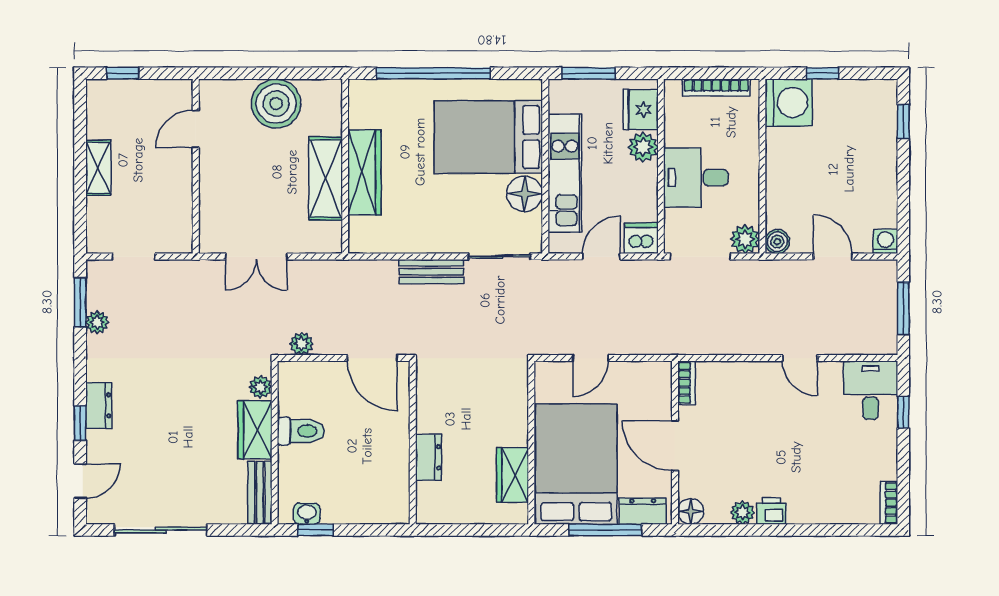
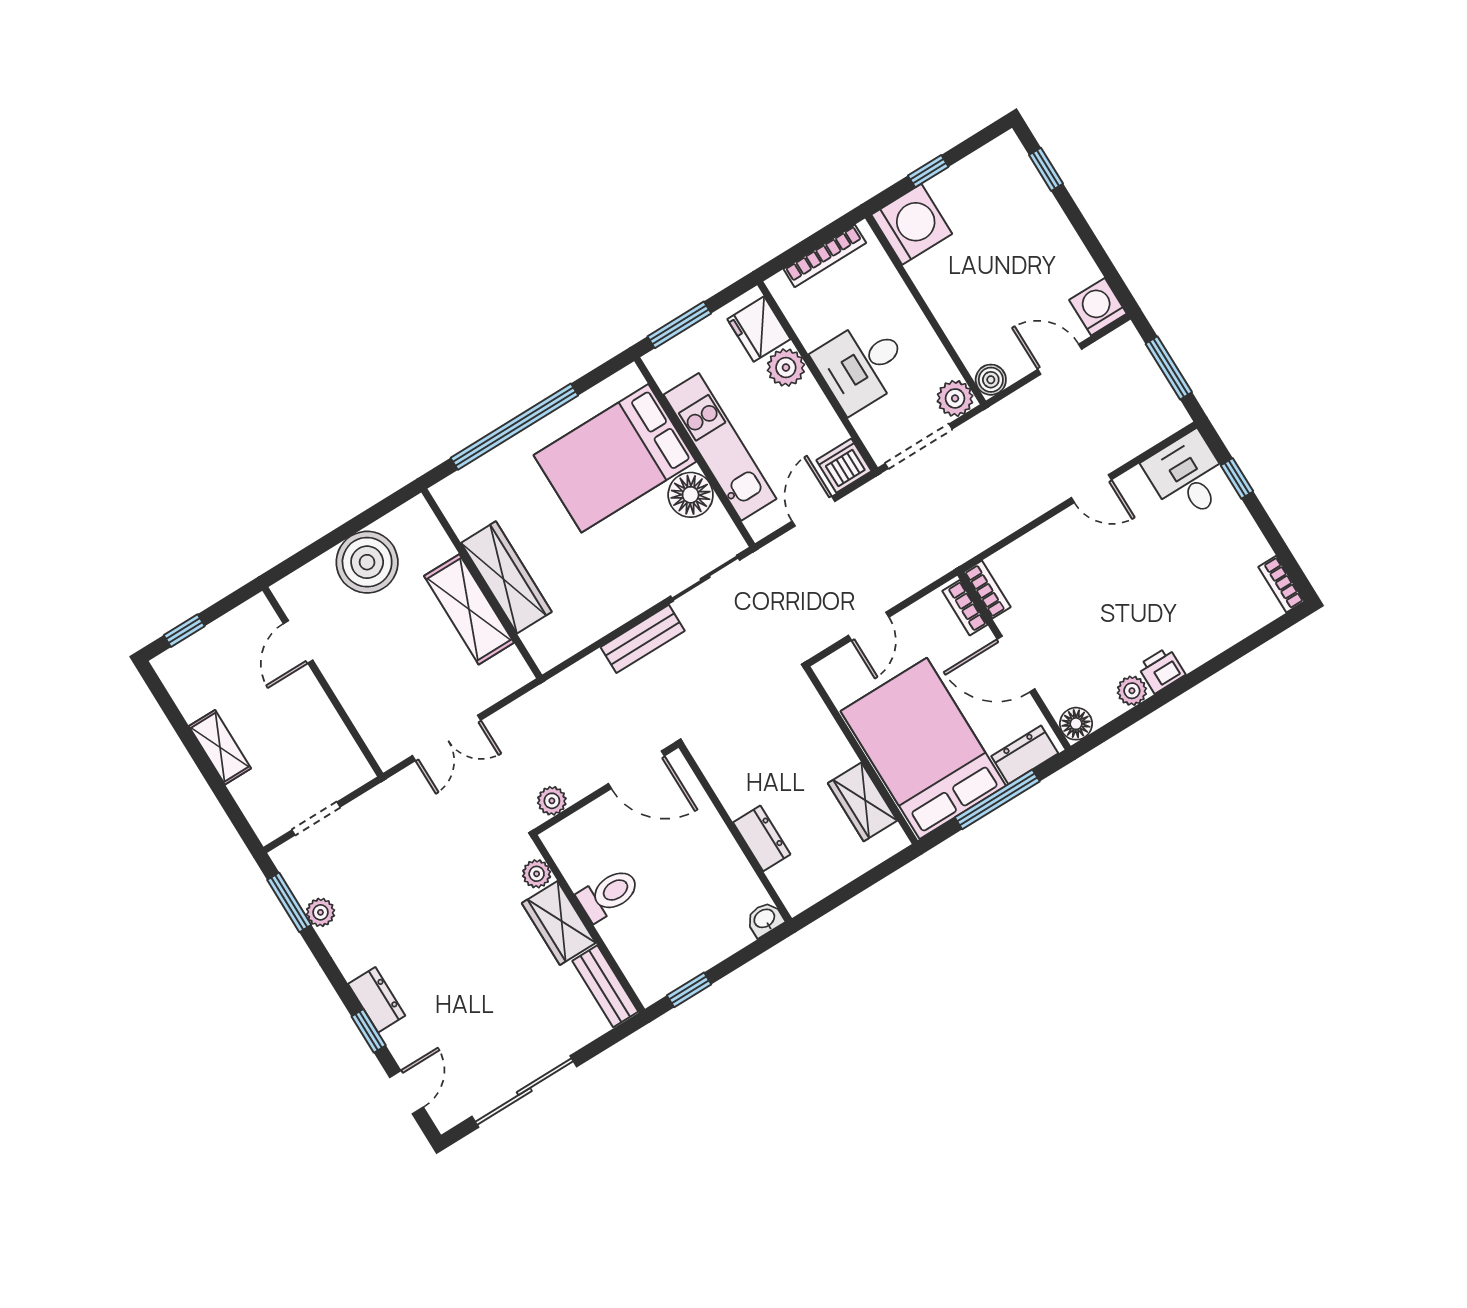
washing machine: (885, 242) -> (1098, 307), width x1.38, depth x1.38
bookcase: (664, 386) -> (965, 608), added
washbasin: (307, 514) -> (765, 919), moved

